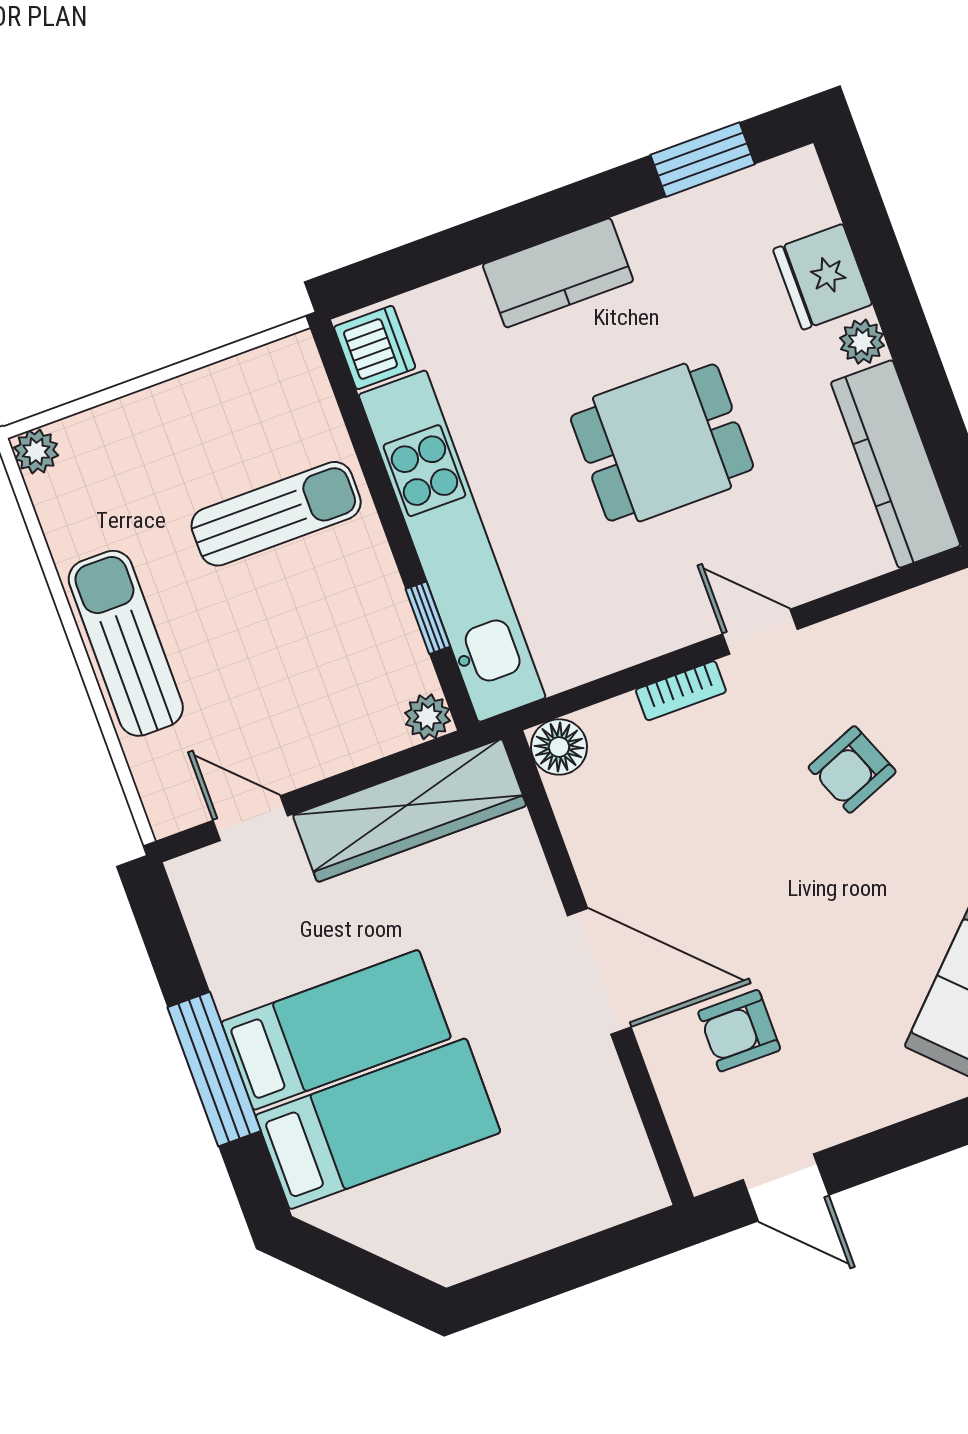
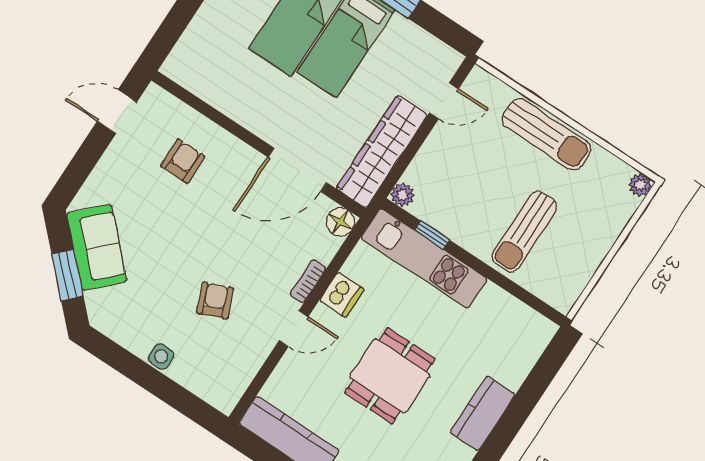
dishwasher: (375, 347) -> (342, 295), moved, turned -90
kitchen unit: (452, 546) -> (424, 258), width x0.73
door: (599, 971) -> (297, 170), moved

